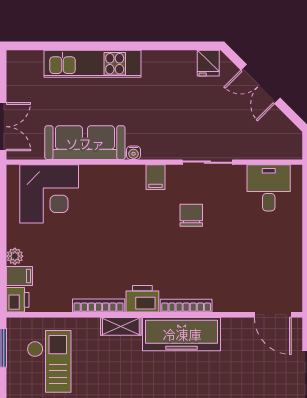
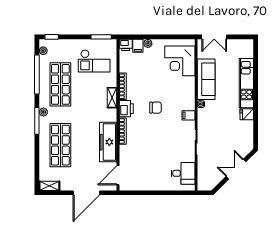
fridge: (208, 63) -> (247, 114), moved
chair: (191, 215) -> (156, 108), moved
freezer: (182, 334) -> (108, 142), moved

